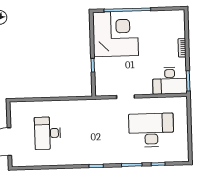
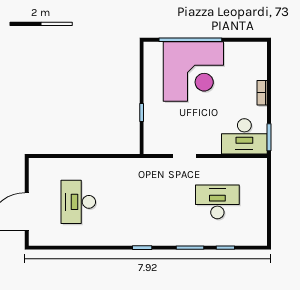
corner desk: (115, 34) -> (193, 71), moved, turned 90
desk: (151, 130) -> (217, 202), width x0.73, depth x0.77

